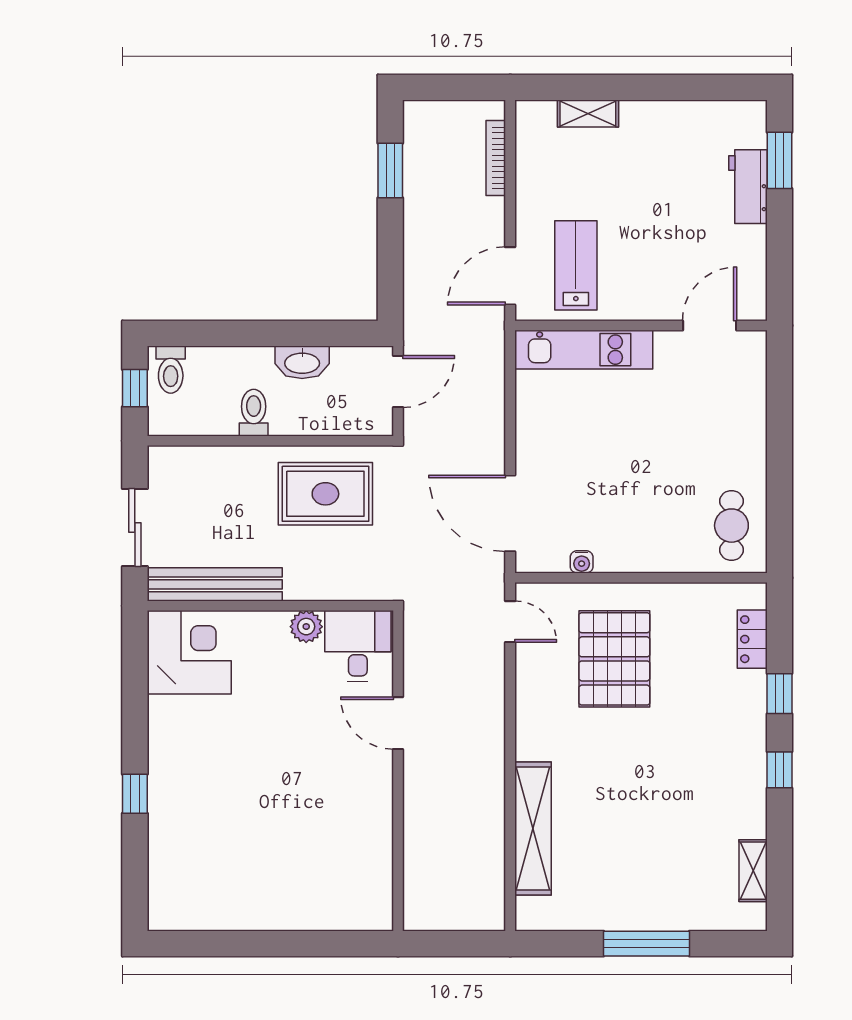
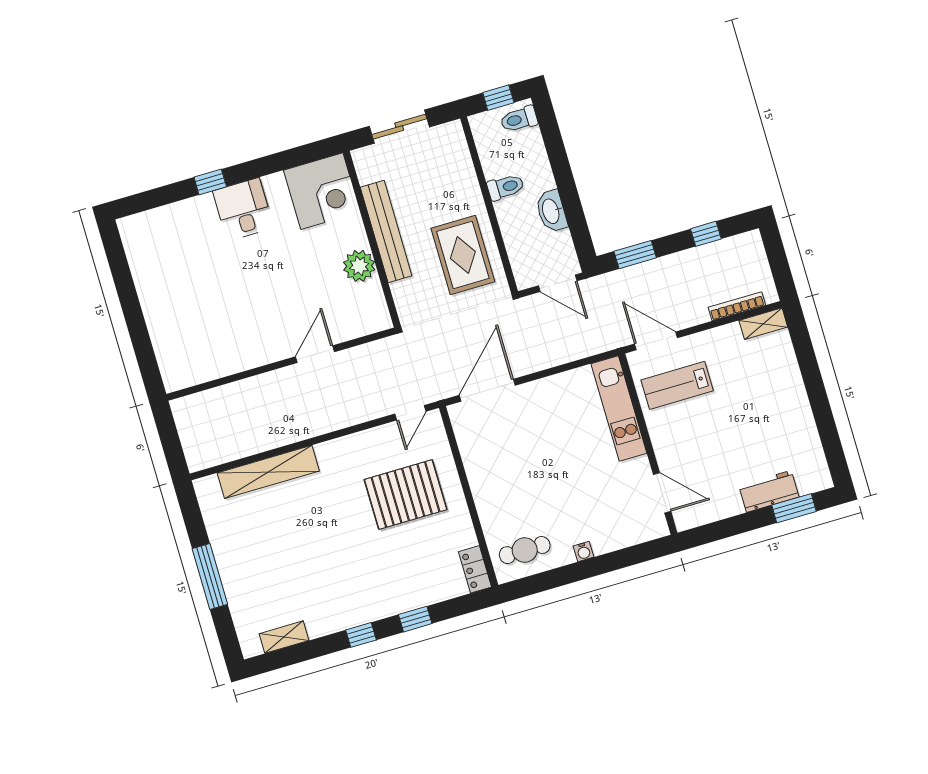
shelving: (588, 113) -> (763, 324), moved, turned 90
window: (390, 171) -> (706, 234), width x0.67
lab bench: (576, 265) -> (677, 385), turned 180
window: (390, 270) -> (635, 255), added
water cooler: (582, 562) -> (584, 552), moved, turned -90
bench: (215, 584) -> (386, 231), moved
plant: (306, 627) -> (359, 266), width x1.36, depth x1.36
locker: (752, 639) -> (475, 569), moved, turned -90
desk: (358, 646) -> (243, 209), moved, turned -90

